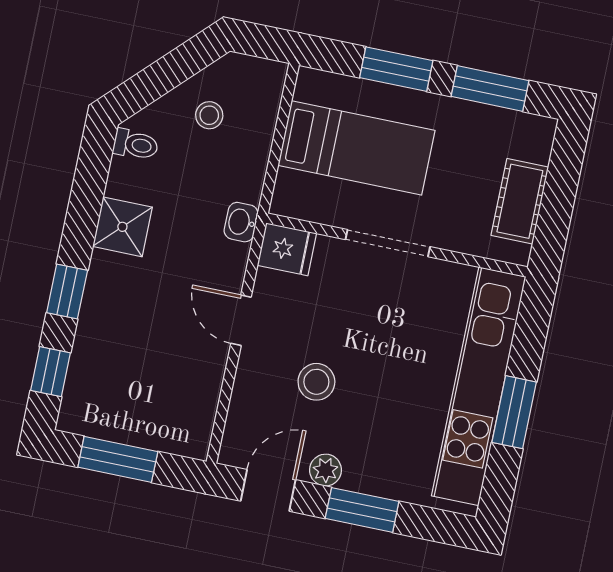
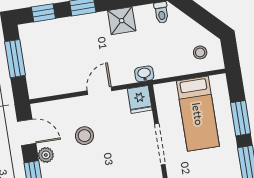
stool: (209, 115) -> (200, 52), moved

